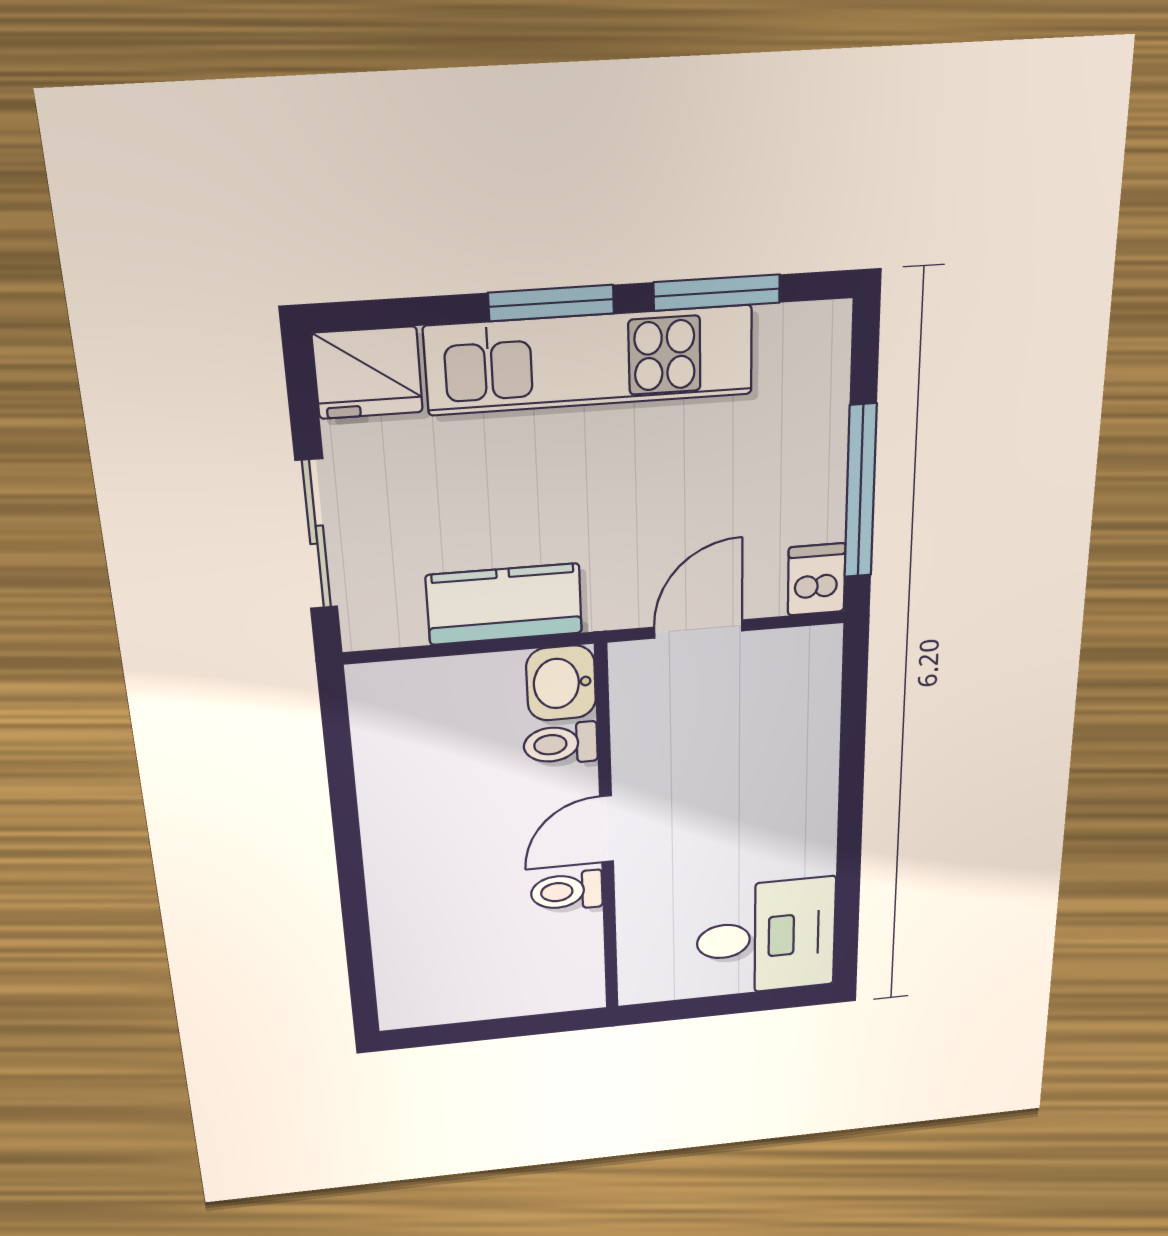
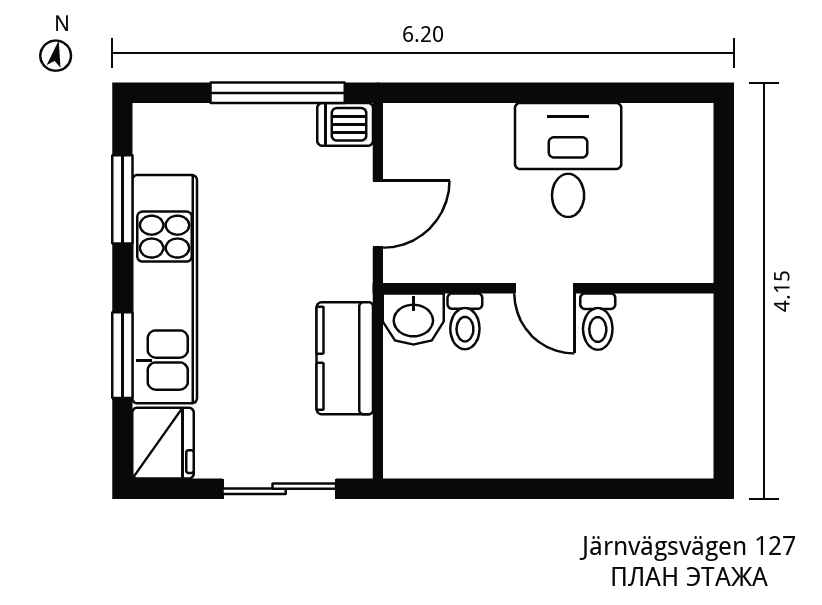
window: (551, 303) -> (122, 355), moved
door: (698, 629) -> (378, 214), swing flipped
desk: (766, 937) -> (568, 160), moved

